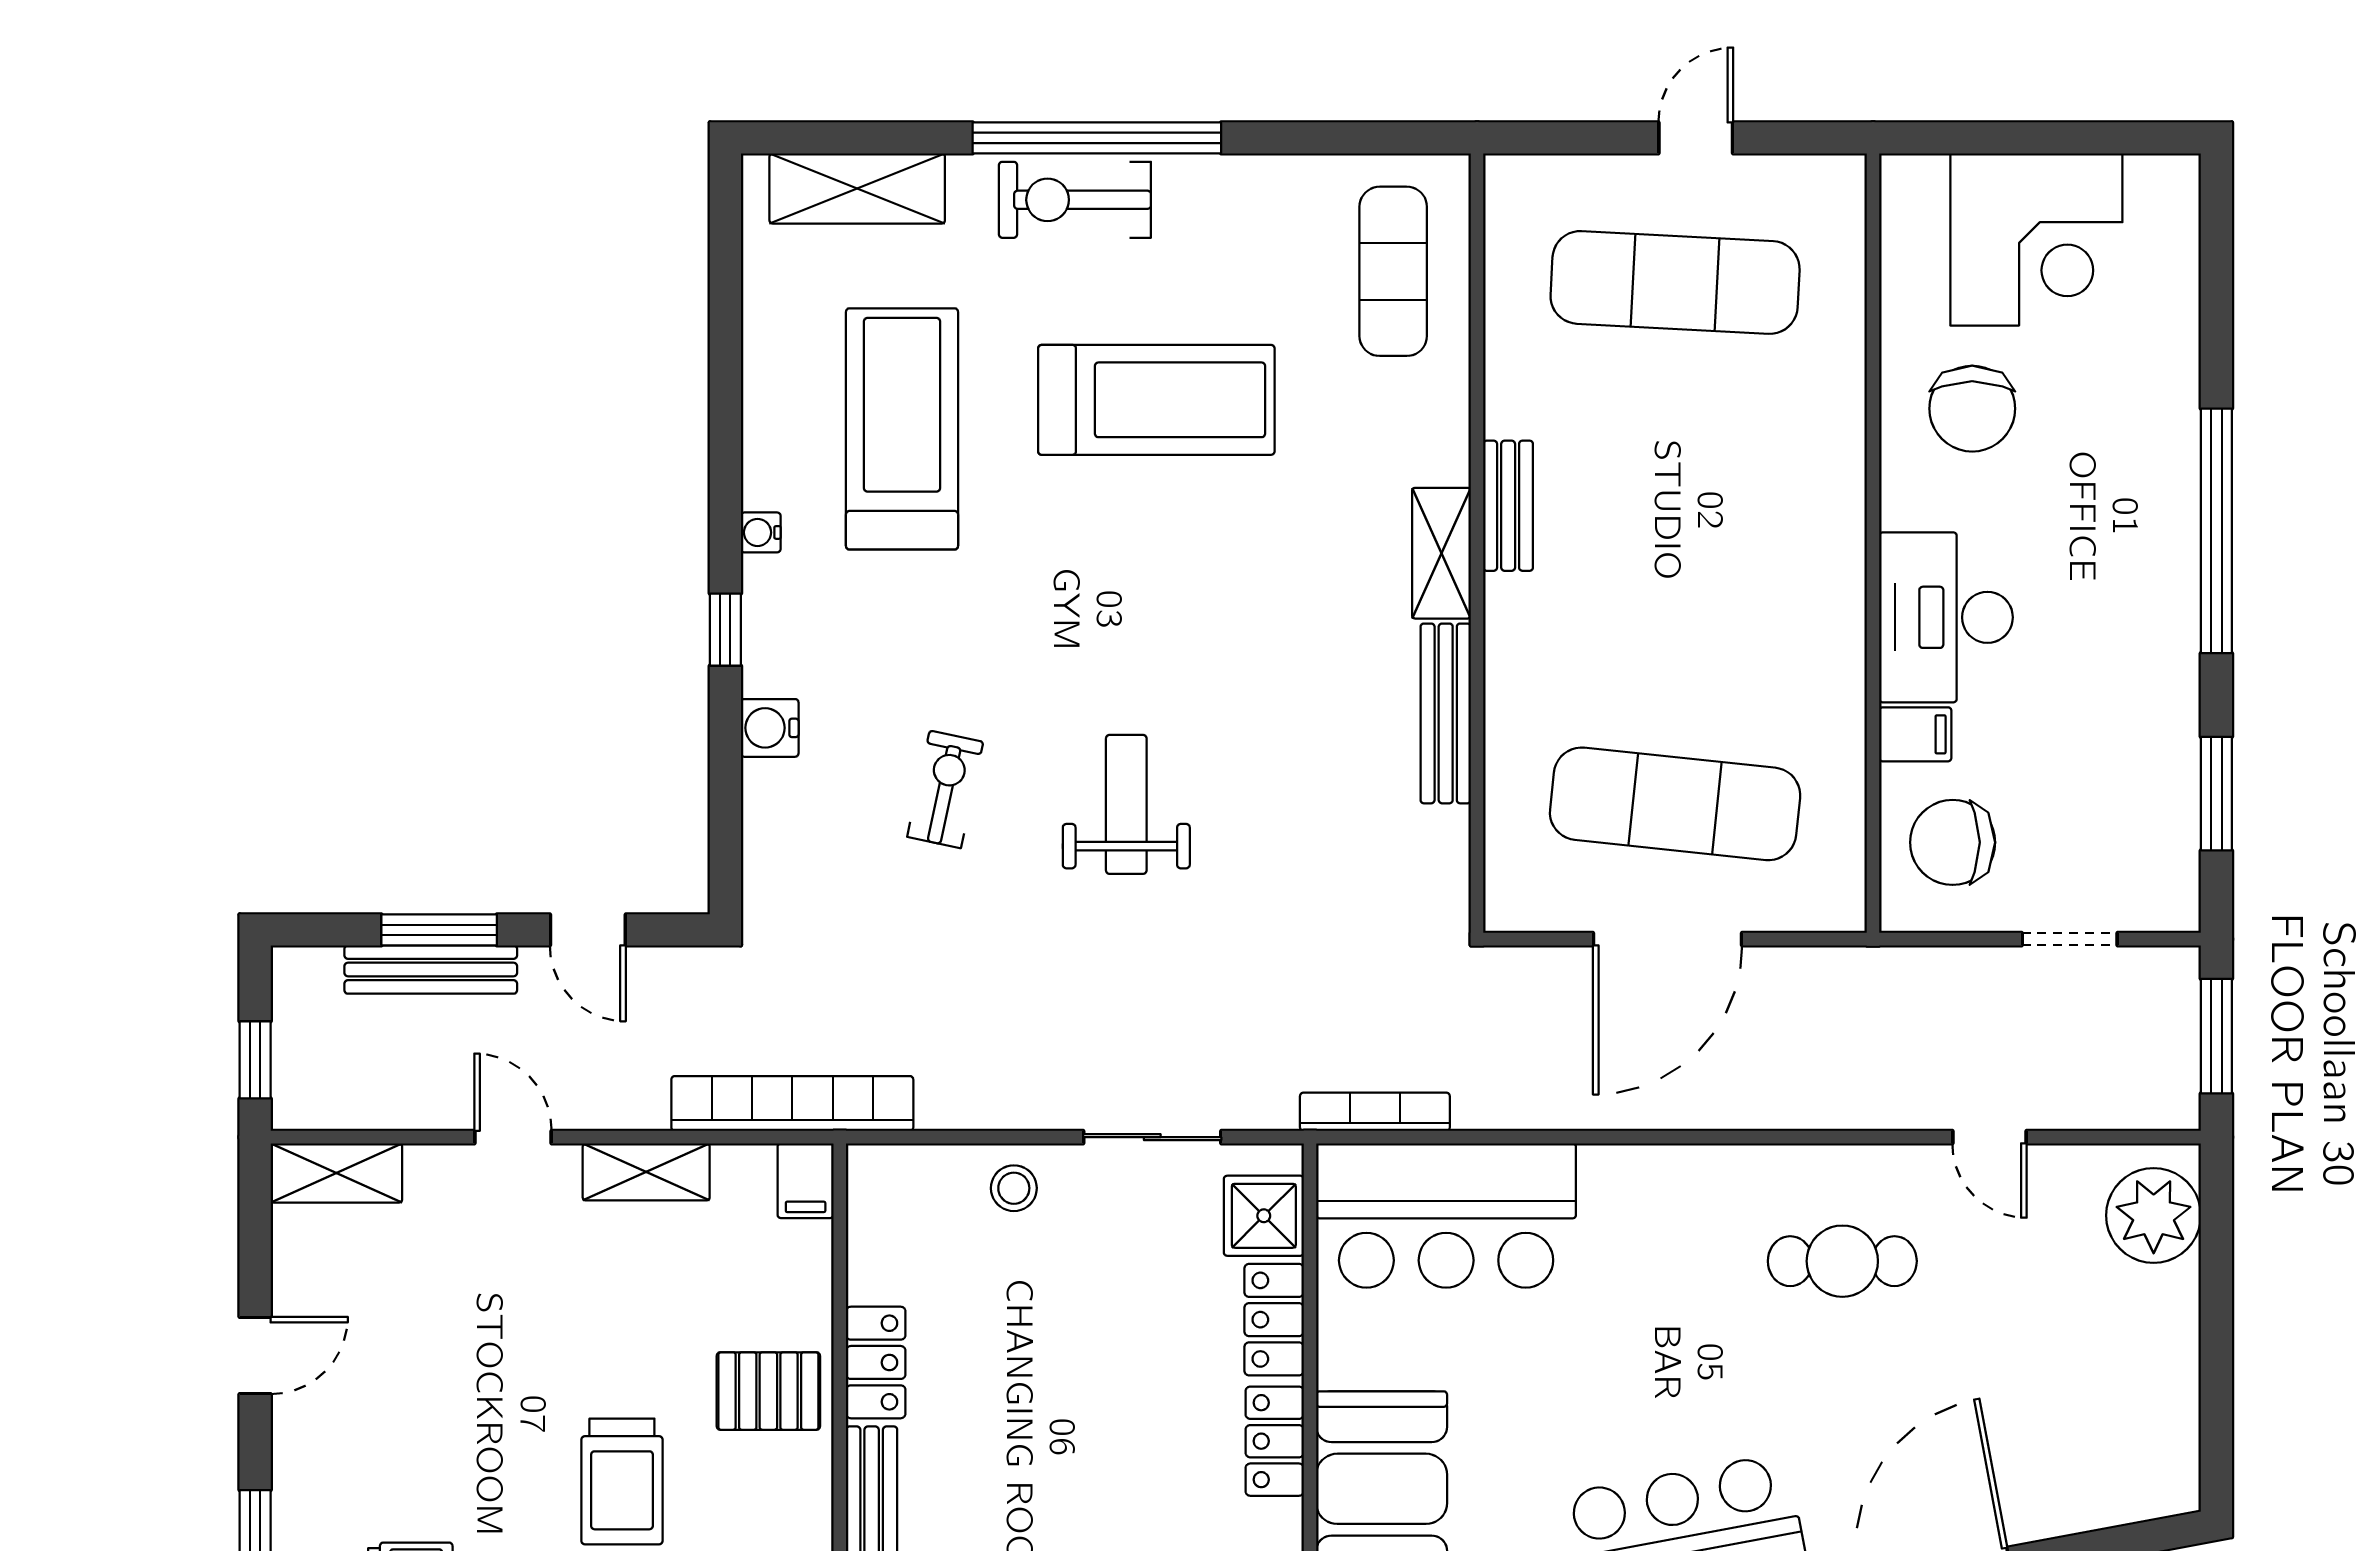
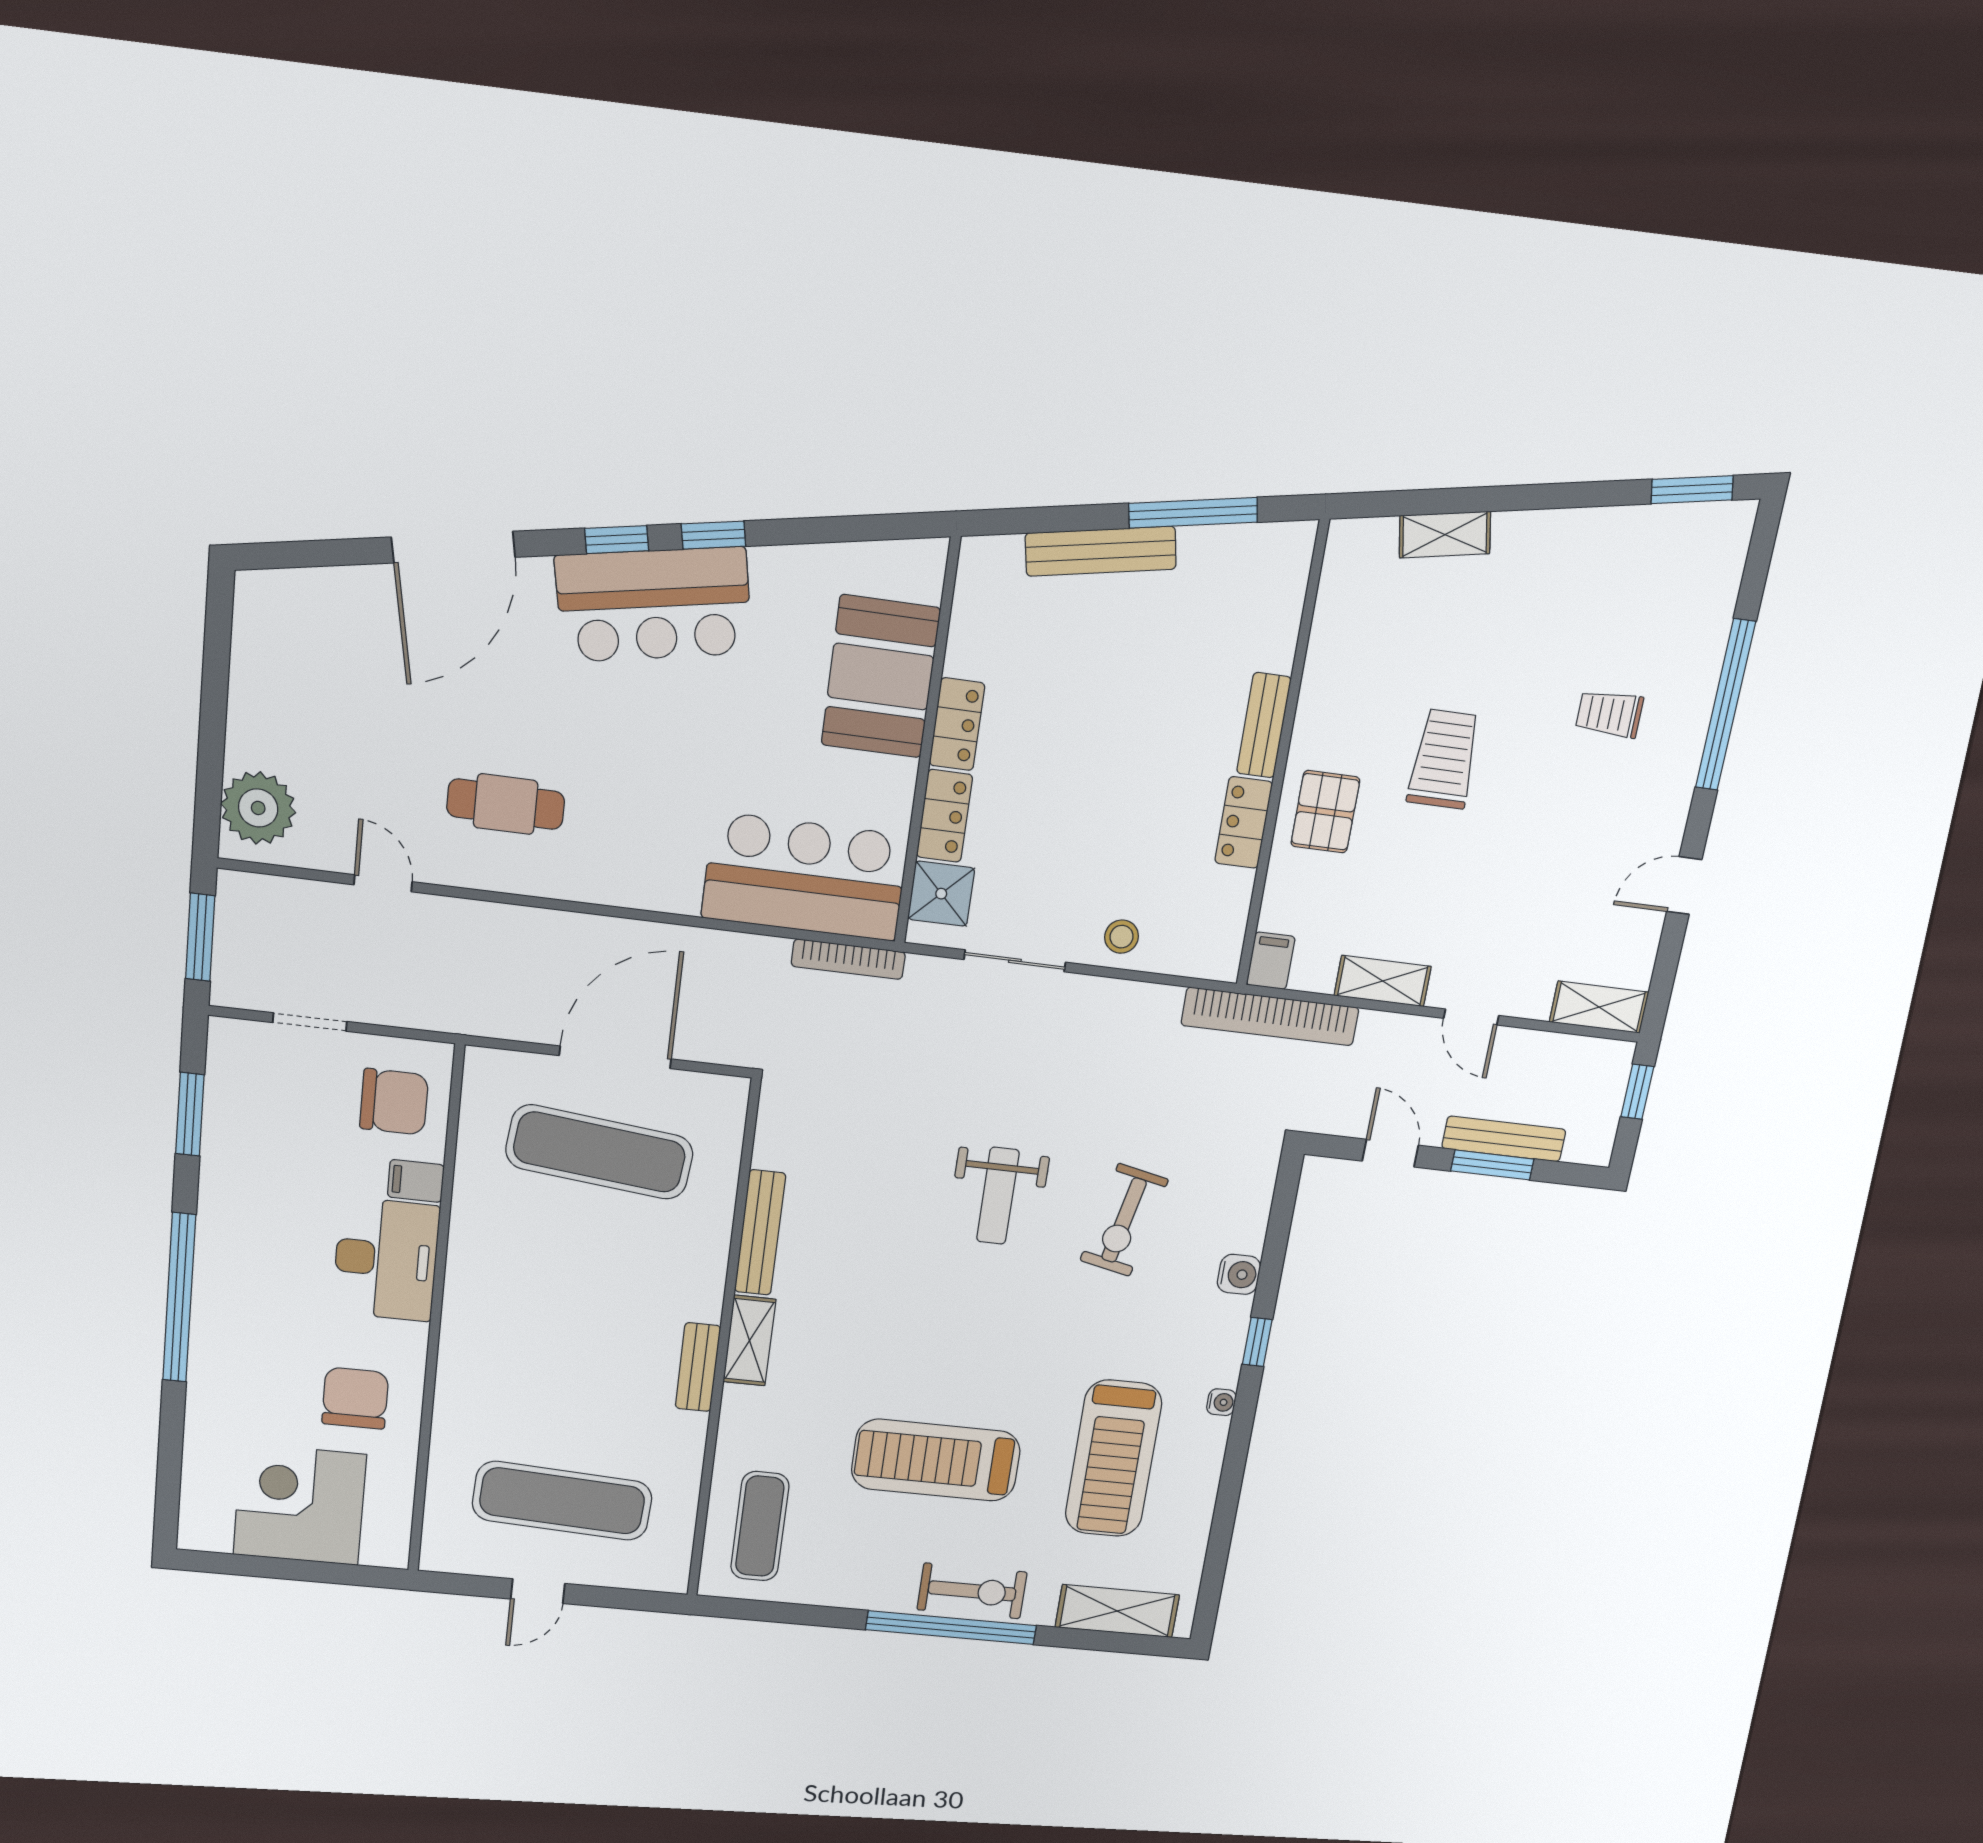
exercise bike: (945, 789) -> (1124, 1220), width x1.38, depth x1.39
pallet: (768, 1391) -> (1325, 812), turned 90

